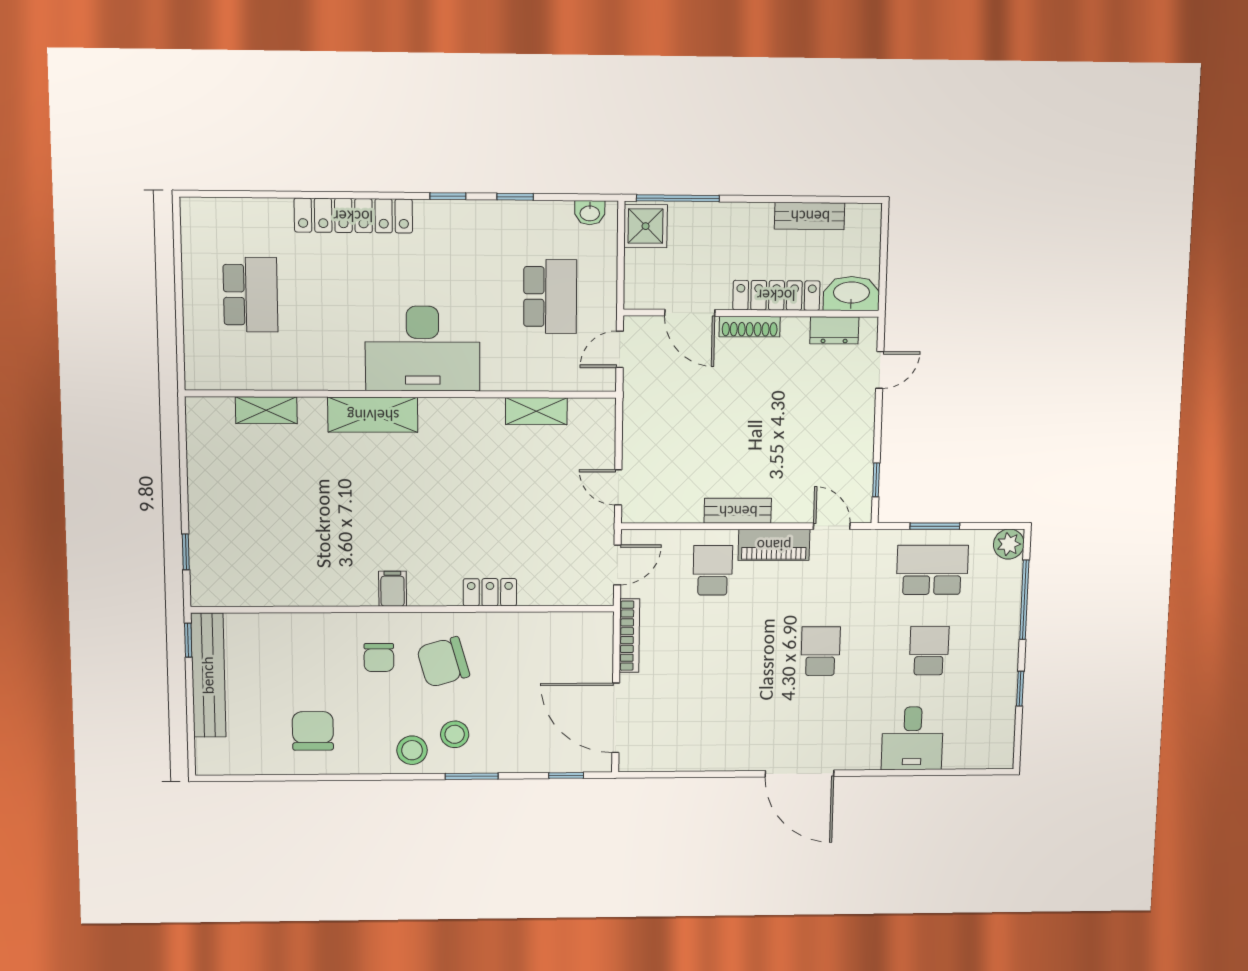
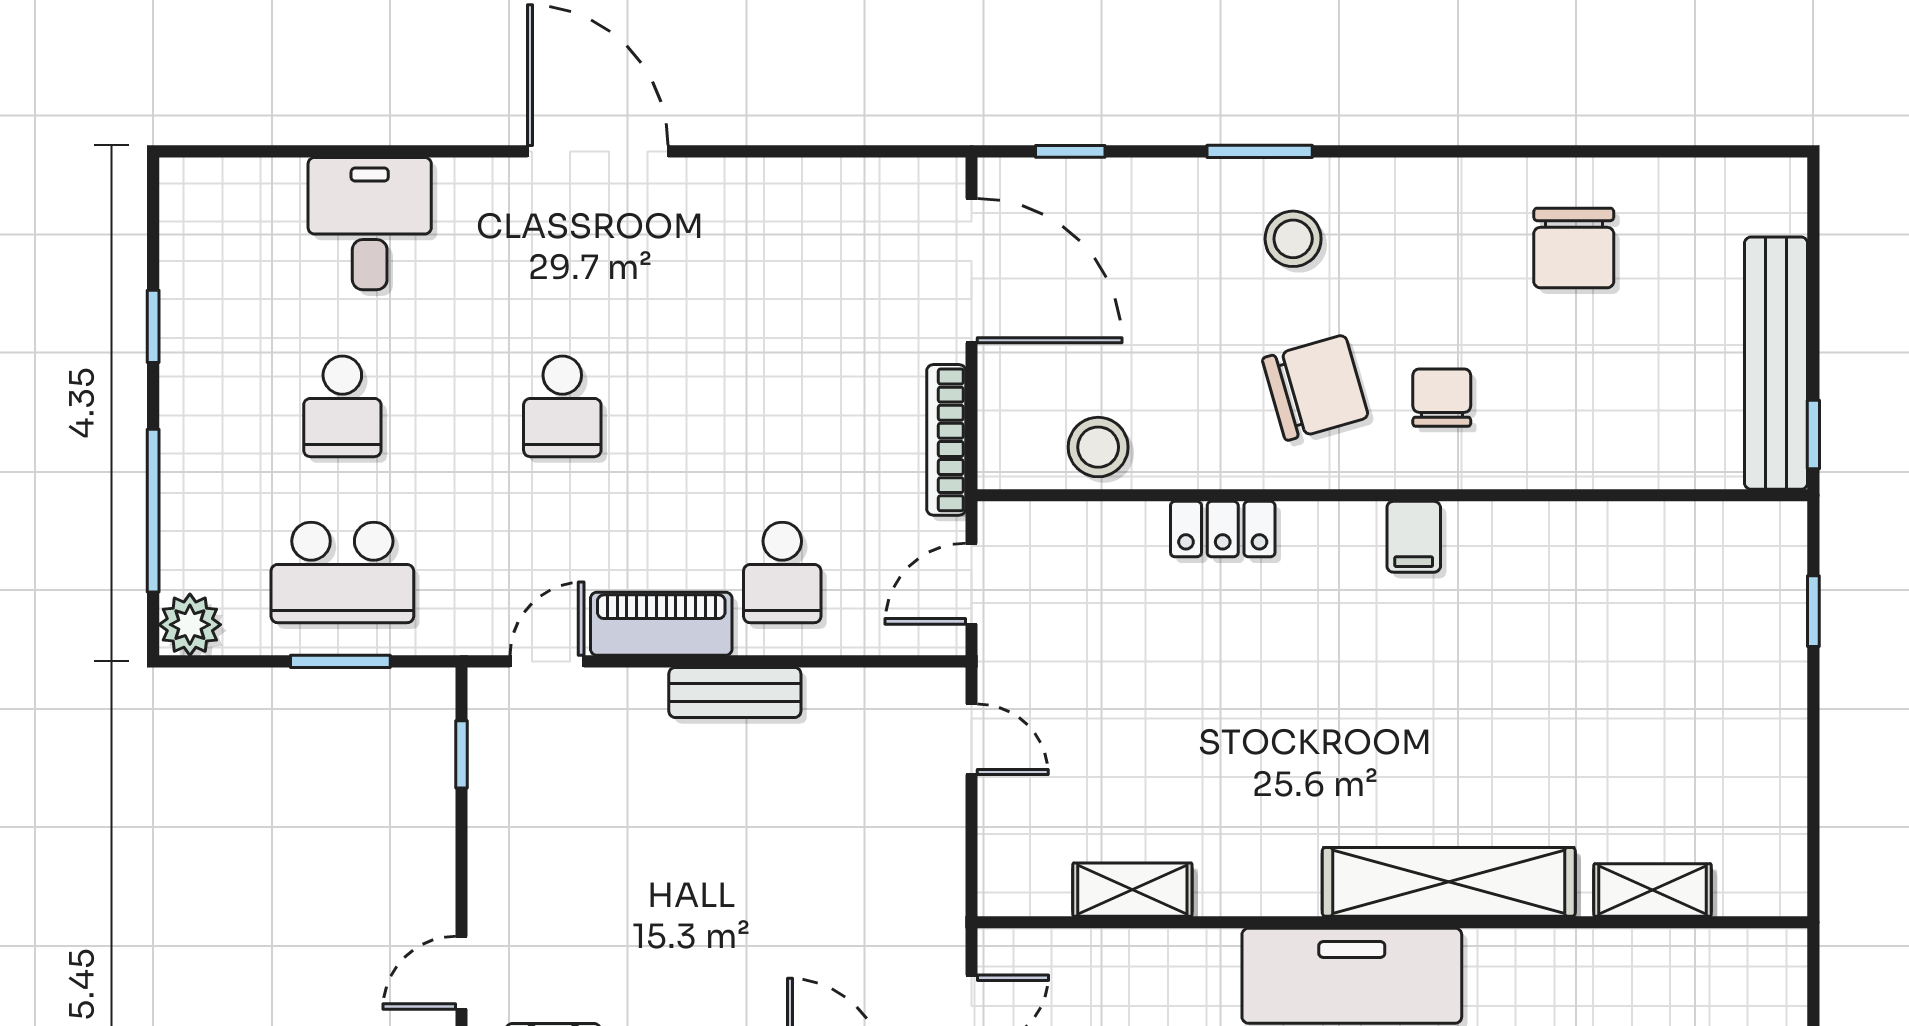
shelving: (373, 415) -> (1449, 882), width x1.47
door: (832, 526) -> (547, 661), swing flipped
stool: (412, 750) -> (1098, 447), moved

